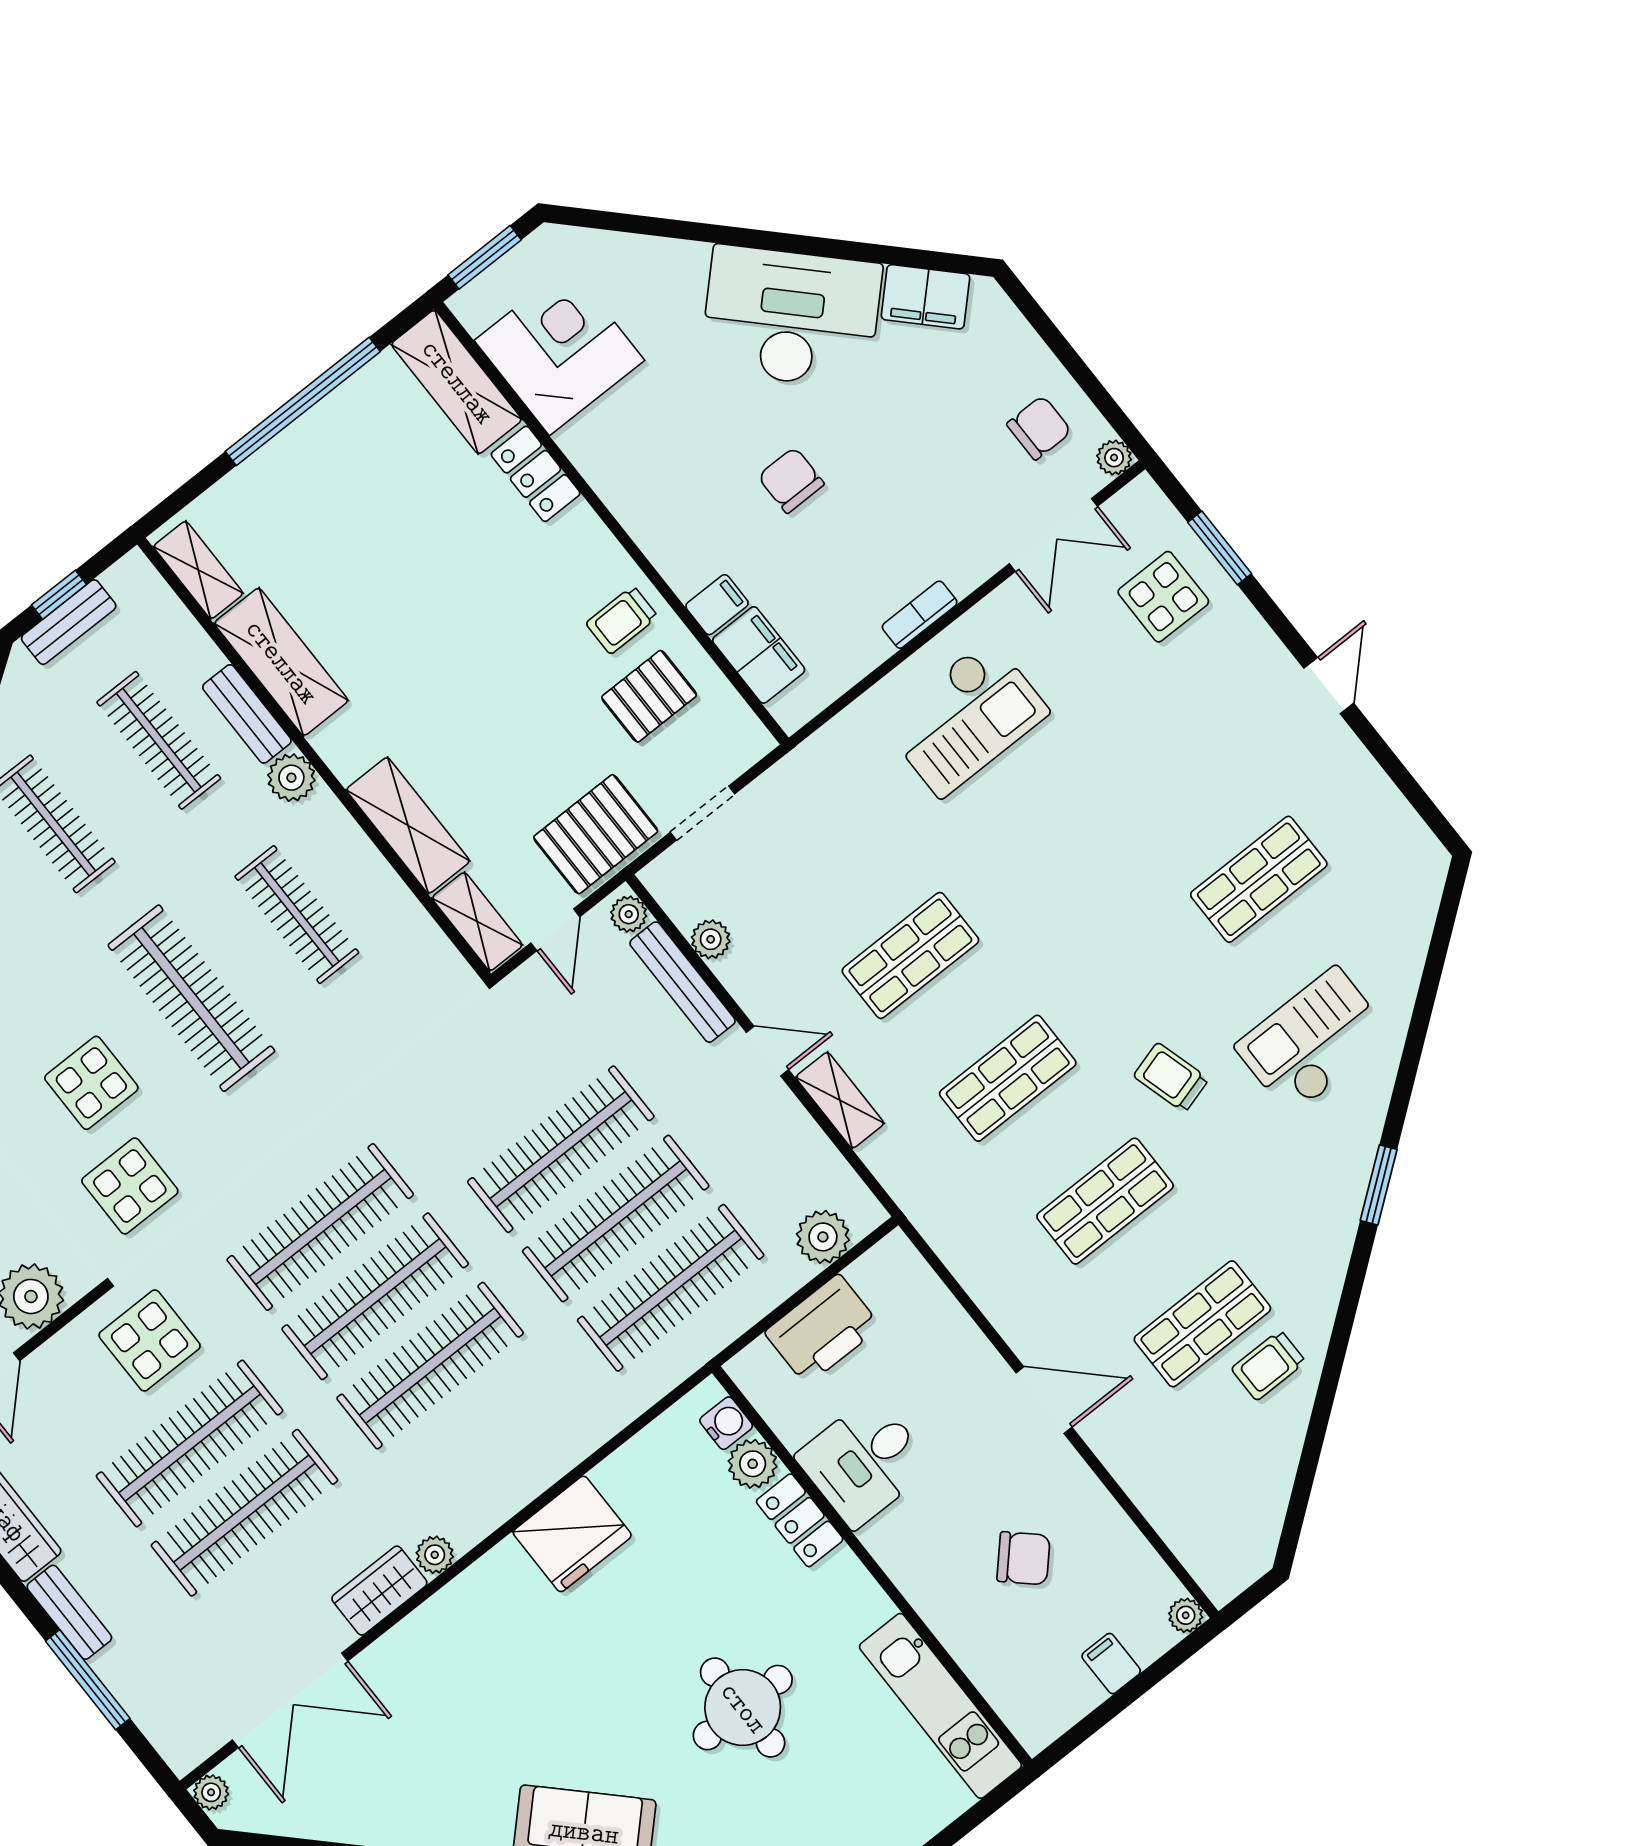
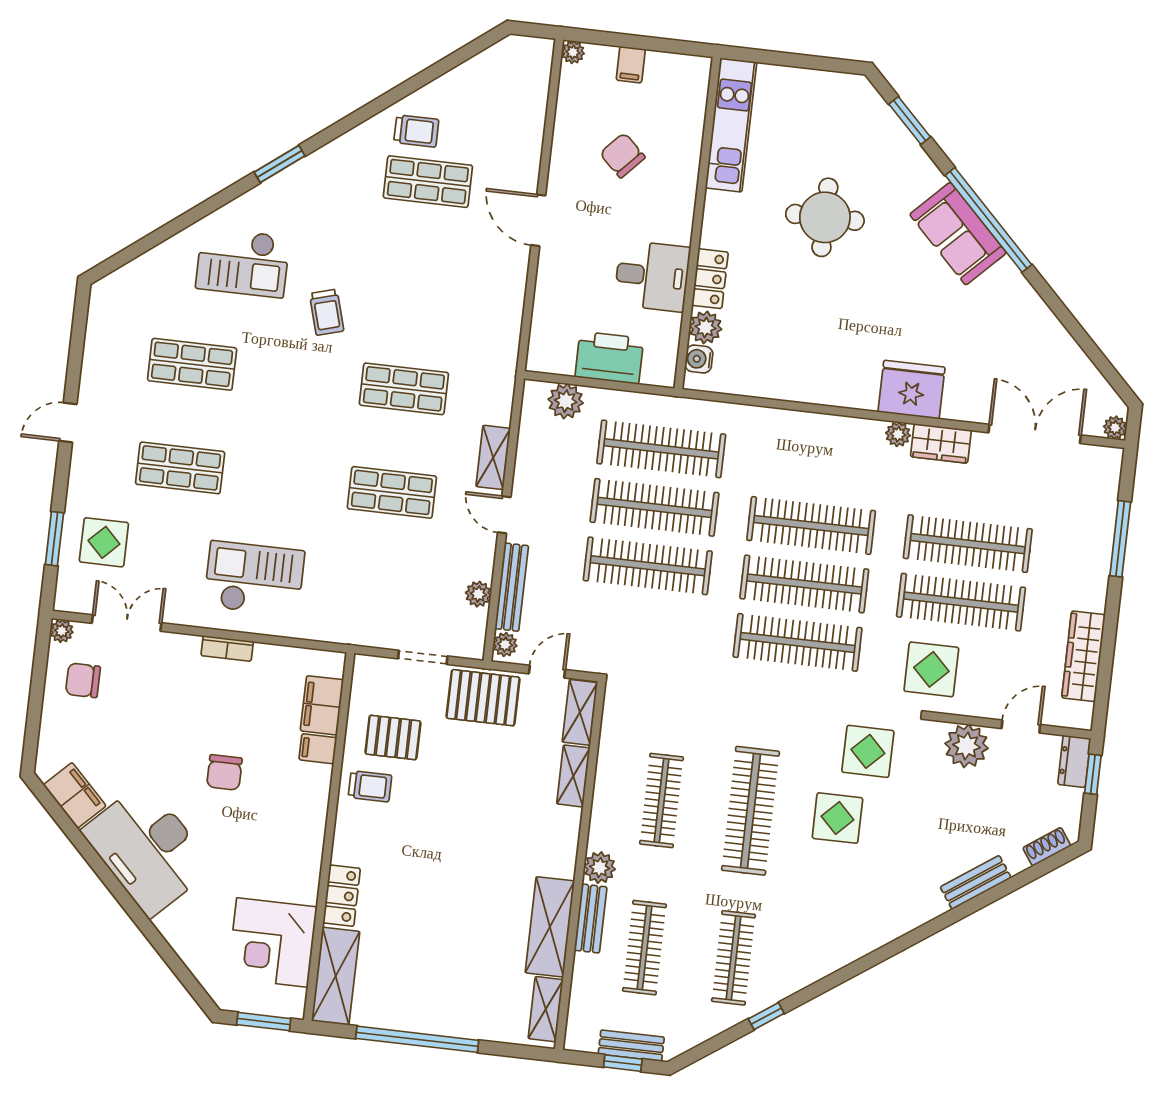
shelving: (408, 825) -> (573, 776), width x0.67, depth x0.75
shop shelf: (1105, 1201) -> (180, 468), moved
fridge: (572, 1534) -> (912, 390), moved
bench: (69, 1612) -> (1097, 579), removed

